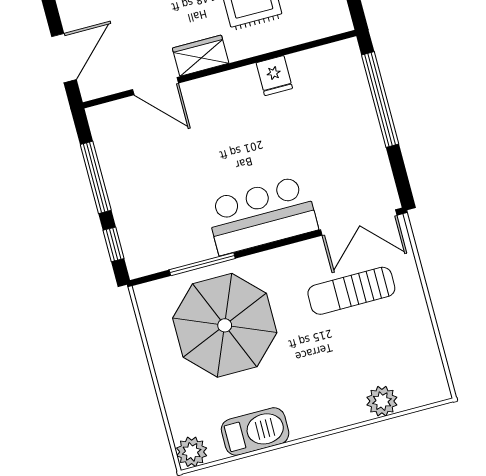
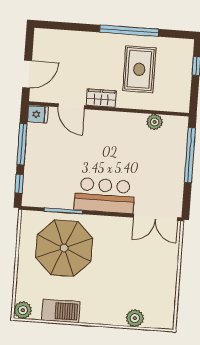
plant: (303, 65) -> (155, 122), added
fridge: (274, 76) -> (38, 114), moved, turned -90
sun lounger: (351, 291) -> (139, 253), removed

